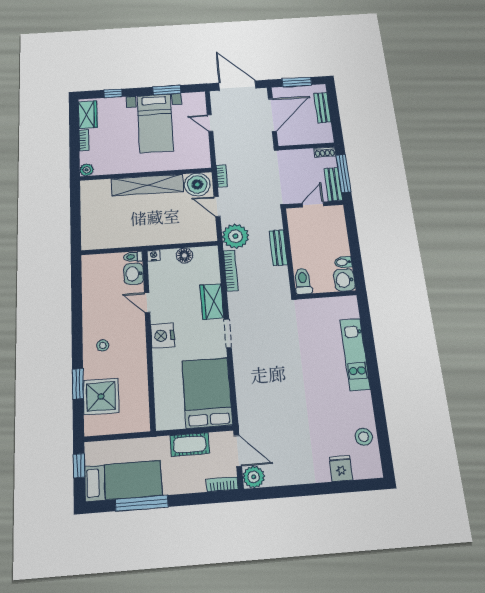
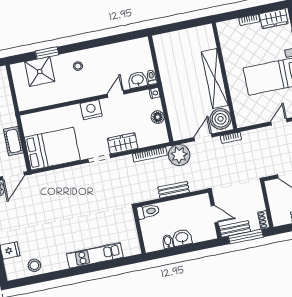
plant: (87, 170) -> (222, 27), removed
washbasin: (344, 280) -> (182, 238), moved

